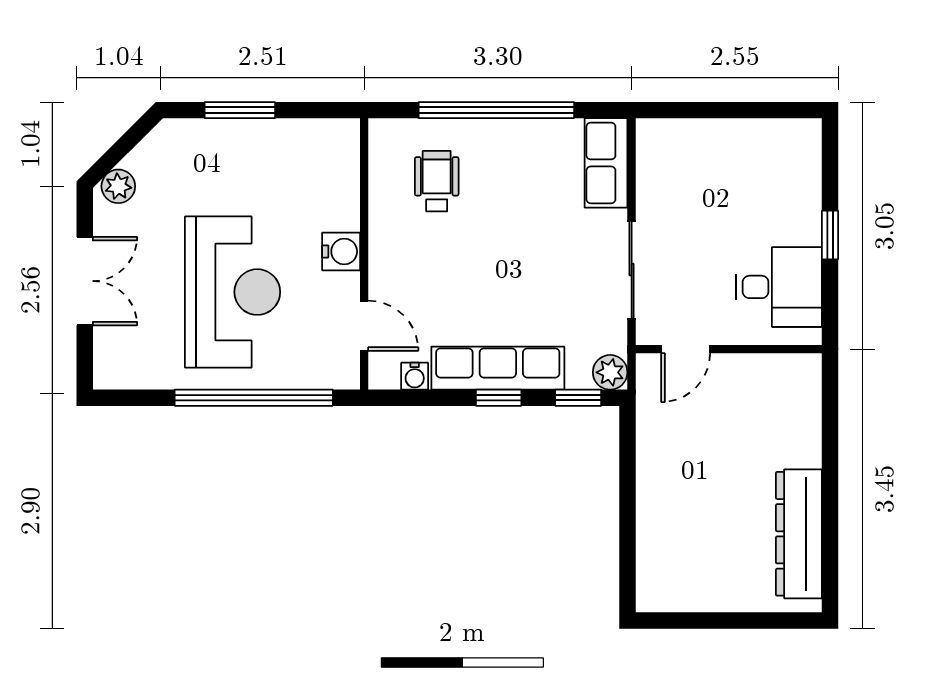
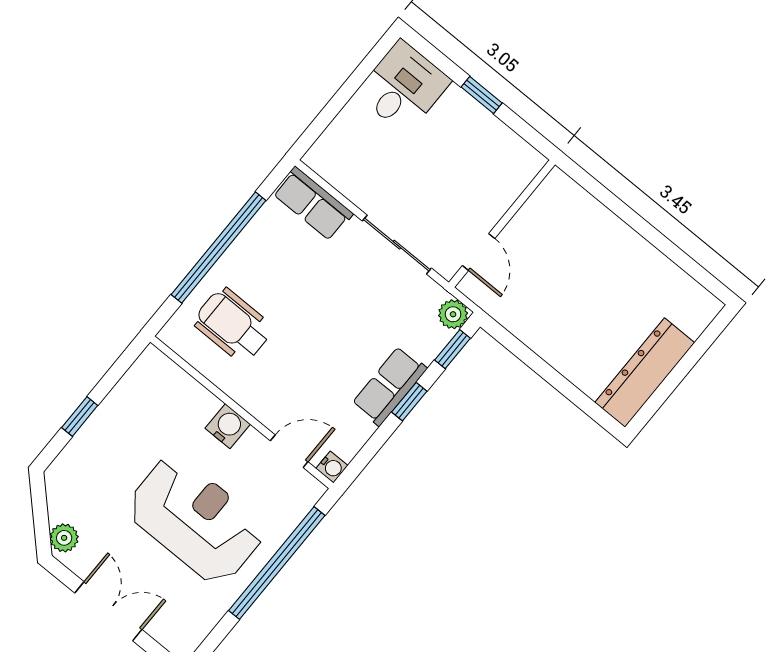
window: (240, 110) -> (80, 416), width x0.67
wheelchair: (437, 181) -> (233, 325), width x1.36, depth x1.37
desk: (779, 287) -> (403, 87), moved
row of seats: (498, 368) -> (389, 386), width x0.68
water cooler: (415, 376) -> (332, 467), moved
dresser: (799, 534) -> (645, 373), moved, turned 90

